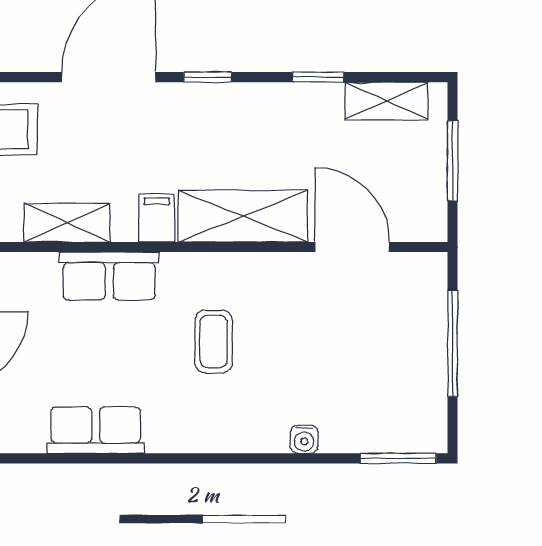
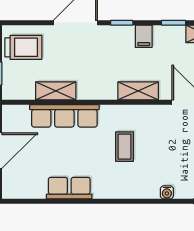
shelving: (243, 216) -> (138, 91), width x0.67, depth x0.75
filing cabinet: (157, 218) -> (144, 36), moved, turned 180
row of seats: (109, 276) -> (64, 116), width x1.48

